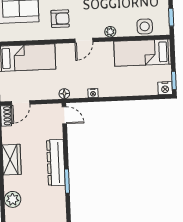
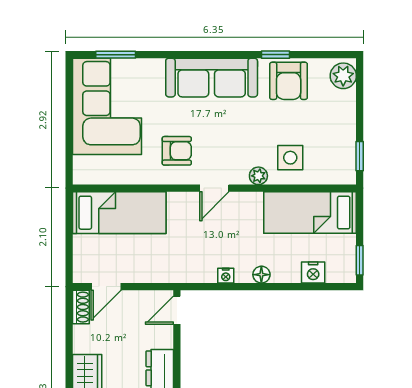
side table: (145, 26) -> (290, 158), moved
nightstand: (165, 88) -> (313, 273), moved
floor lamp: (64, 94) -> (261, 275), moved
door: (64, 115) -> (177, 310), swing flipped

